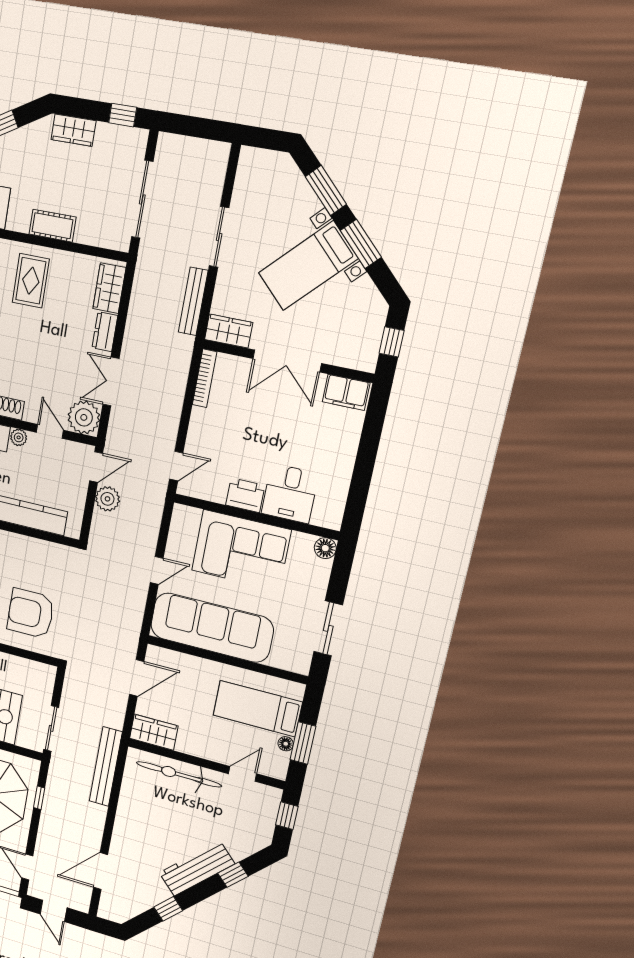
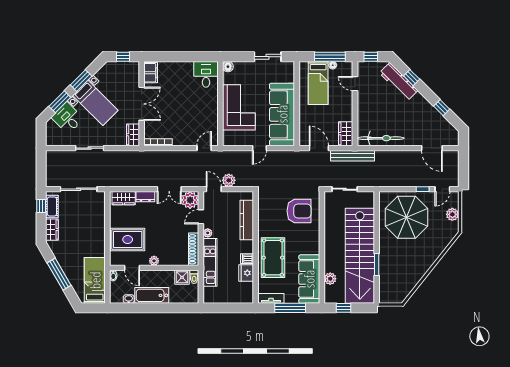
desk: (289, 201) -> (67, 118), added
cot: (52, 226) -> (52, 207), moved
rug: (31, 281) -> (128, 239), width x1.36, depth x1.43
bench: (193, 301) -> (122, 155), removed
door: (176, 466) -> (204, 148), hinge flipped
desk: (290, 494) -> (206, 74), moved, turned -90
printer: (245, 495) -> (211, 111), removed
door: (157, 570) -> (259, 148), swing flipped
armchair: (31, 613) -> (299, 211), turned -90
sliding door: (51, 728) -> (345, 189), moved
window: (303, 743) -> (330, 57), width x1.44
bench: (106, 767) -> (352, 156), moved
bicycle: (179, 774) -> (381, 138), moved, turned -90
window: (39, 798) -> (423, 189), moved
workbench: (197, 868) -> (399, 82), moved
door: (54, 911) -> (463, 170), removed

